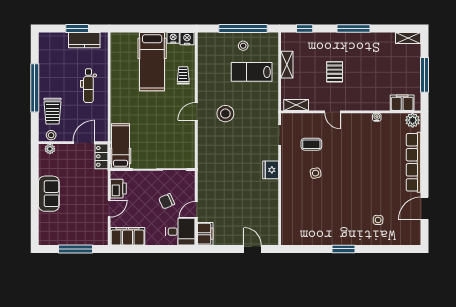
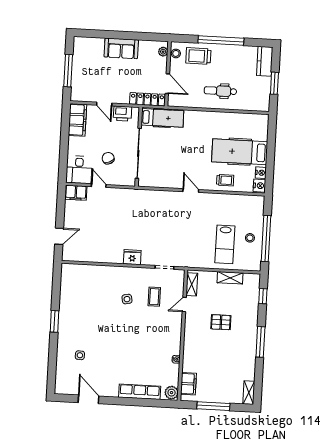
kitchen counter: (84, 40) -> (265, 61), moved
lab bench: (252, 72) -> (225, 244), turned 180
door: (332, 112) -> (184, 305), moved
stool: (225, 114) -> (187, 218), removed
locker: (101, 156) -> (147, 99), width x1.53
row of seats: (413, 162) -> (140, 392), width x0.73

